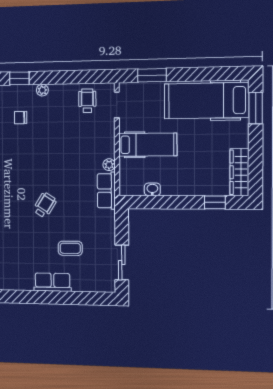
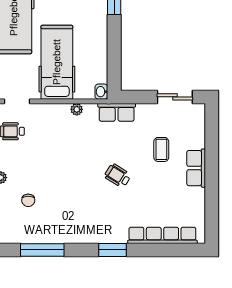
hospital bed: (148, 145) -> (57, 62), width x1.37, depth x1.29
washbasin: (152, 189) -> (101, 92), moved
row of seats: (106, 191) -> (117, 112), moved

